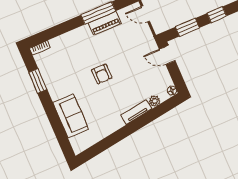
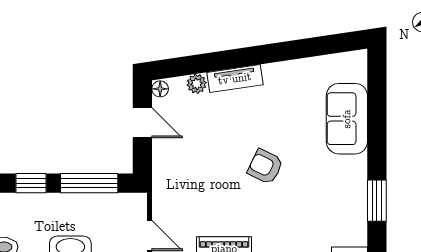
window: (187, 27) -> (89, 183), width x1.44
door: (167, 55) -> (142, 123), moved
armchair: (102, 74) -> (265, 167), turned -64

